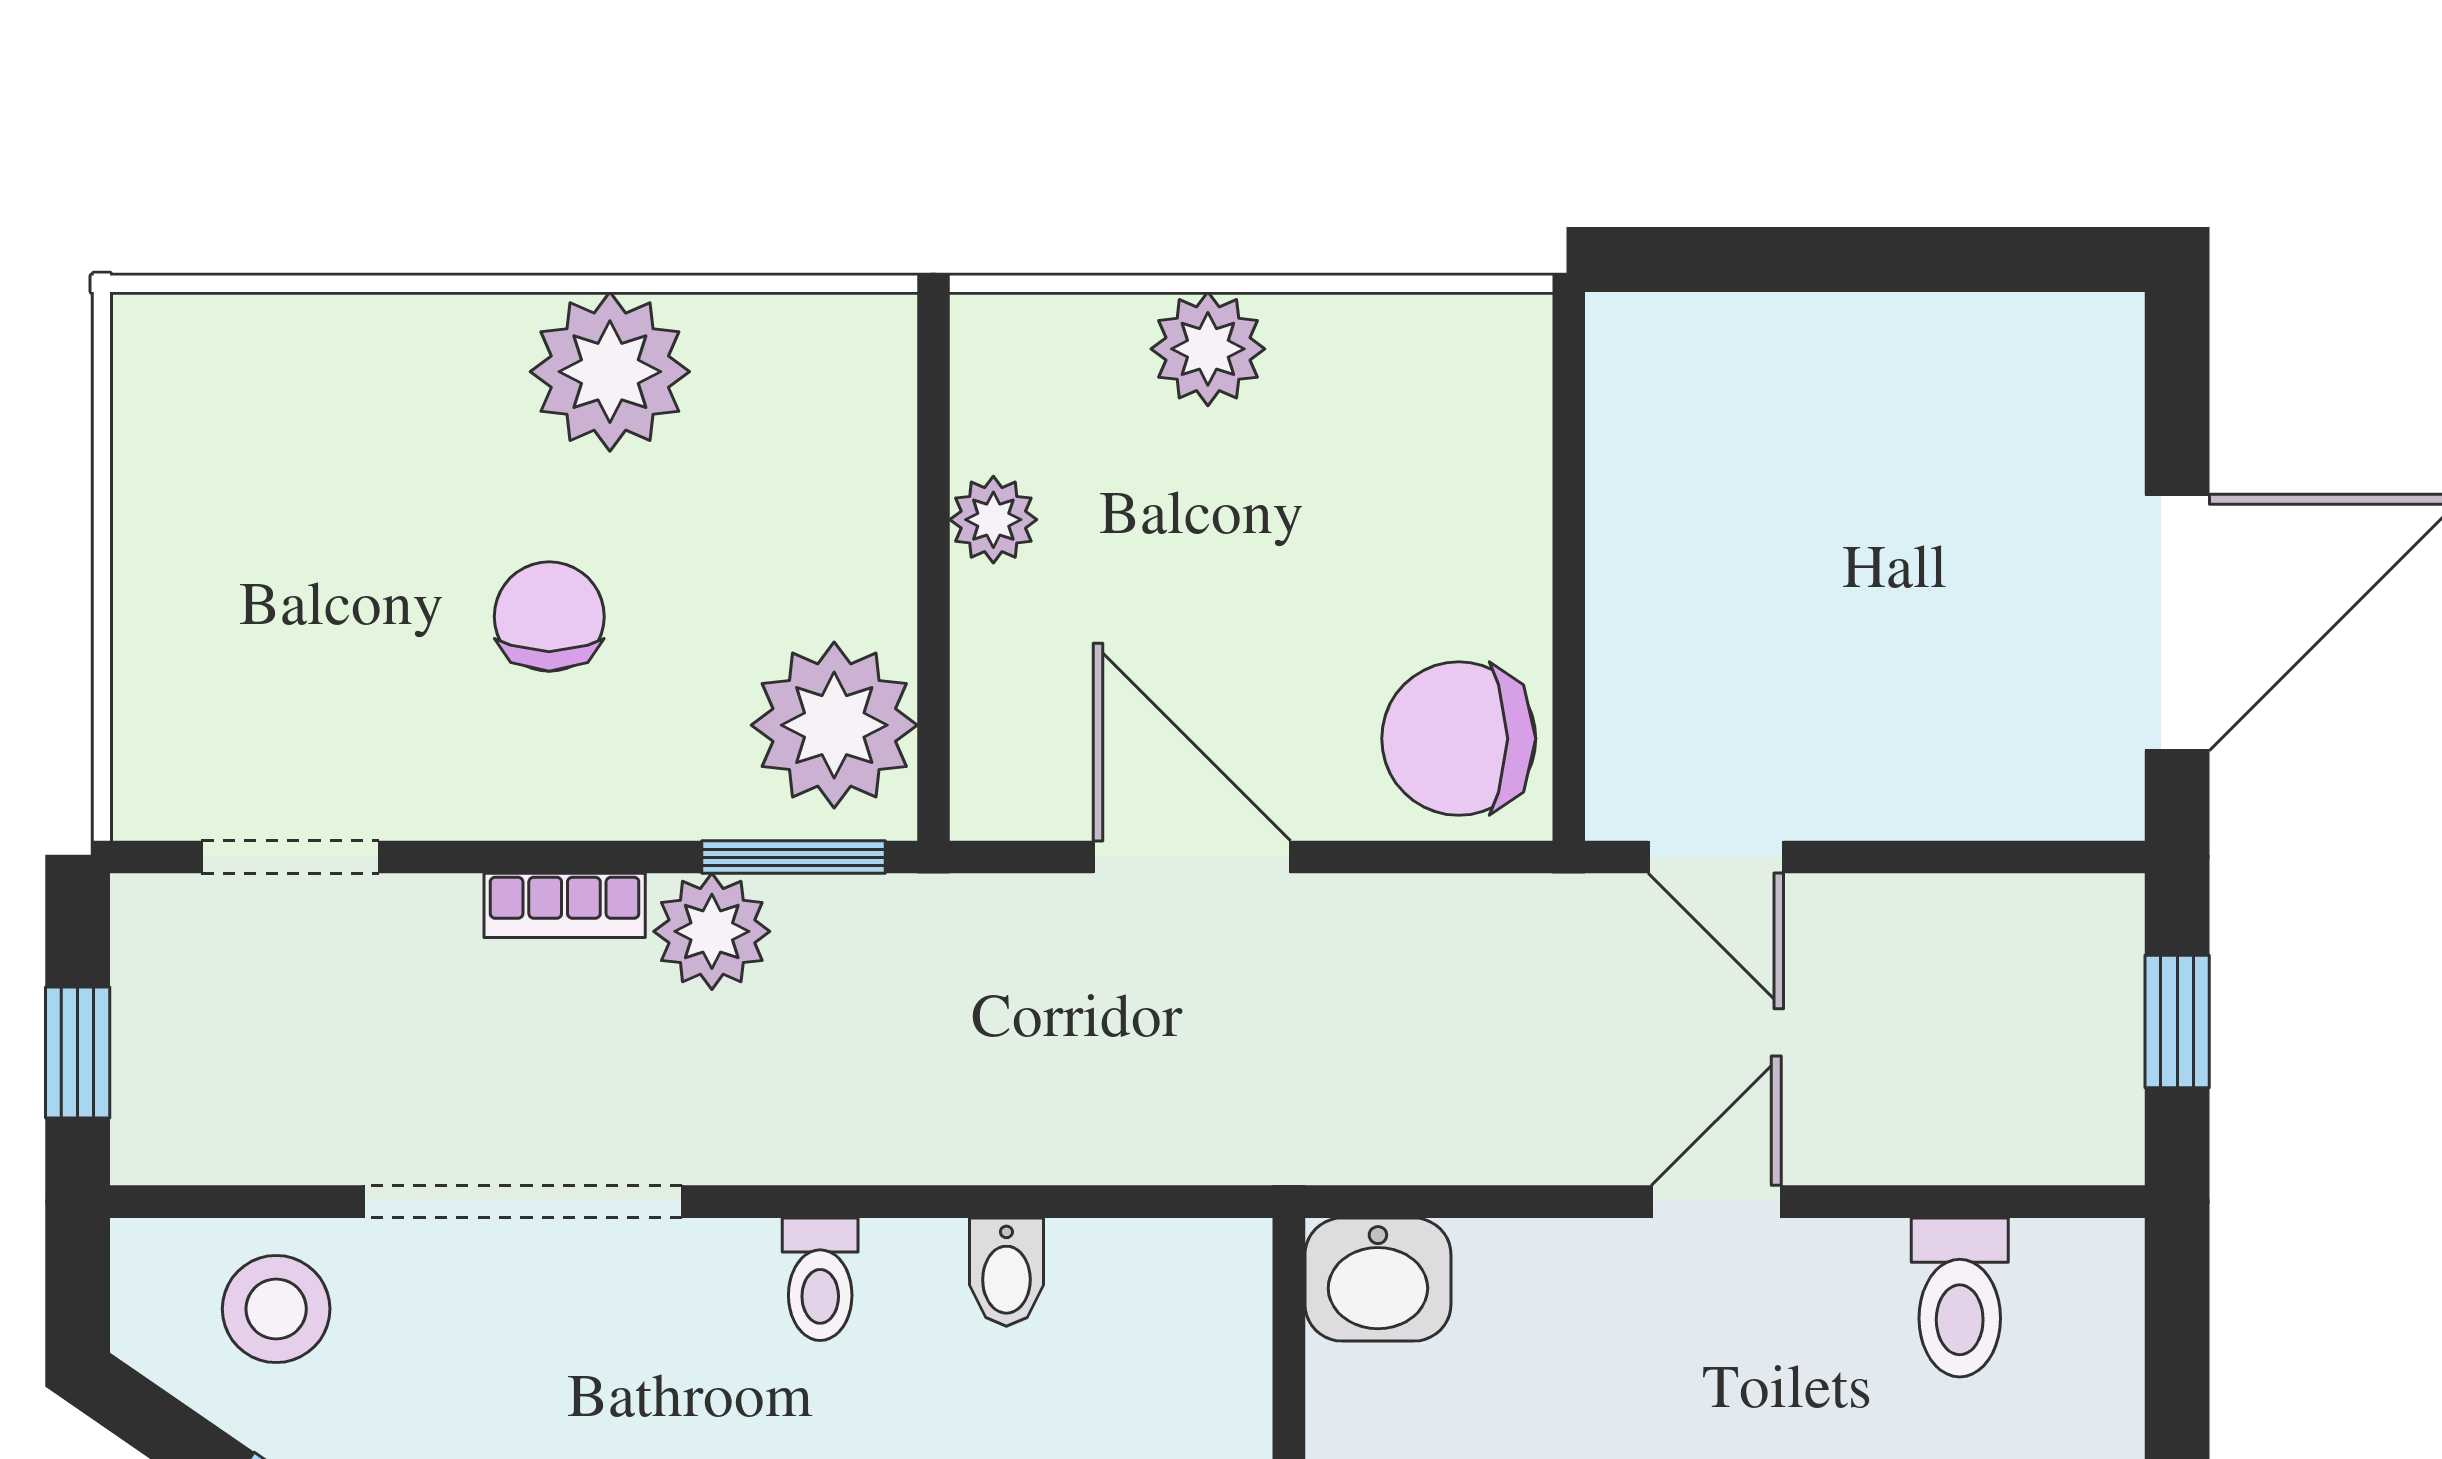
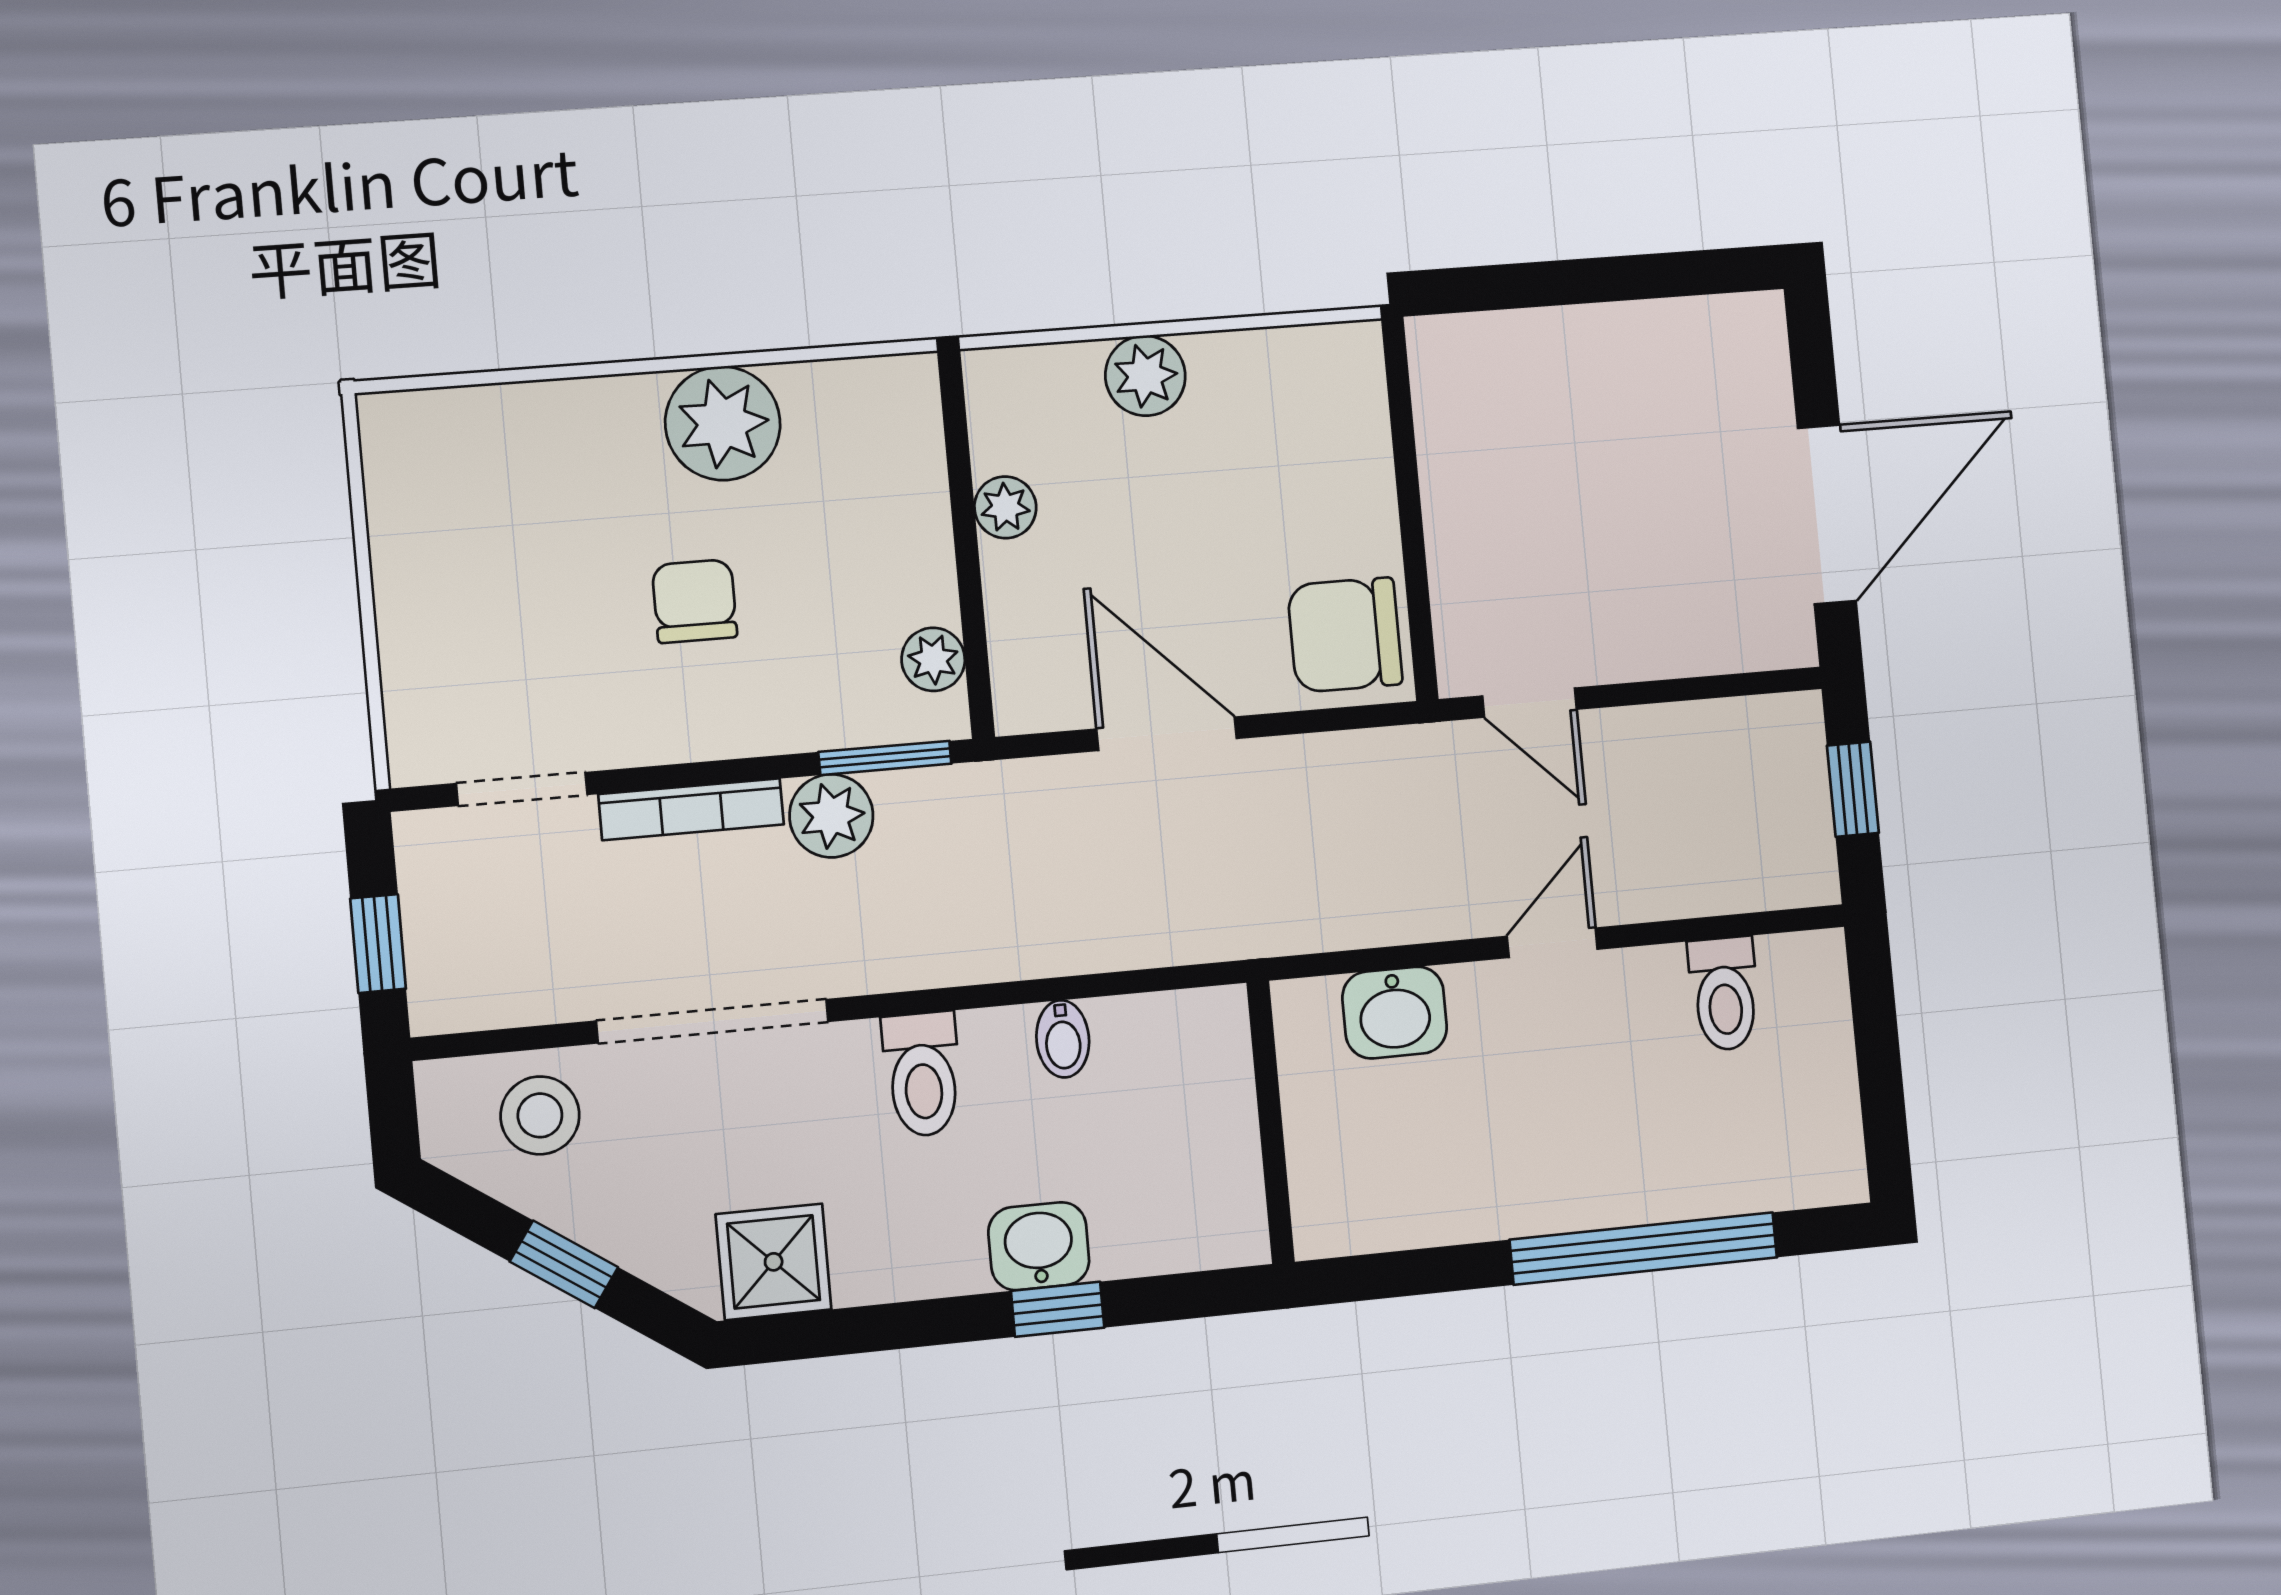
plant: (834, 725) -> (933, 659), width x0.53, depth x0.53
bookcase: (565, 905) -> (691, 809), width x1.56
toilet: (820, 1279) -> (922, 1074), width x1.37, depth x1.39
washbasin: (1378, 1279) -> (1395, 1013), moved

